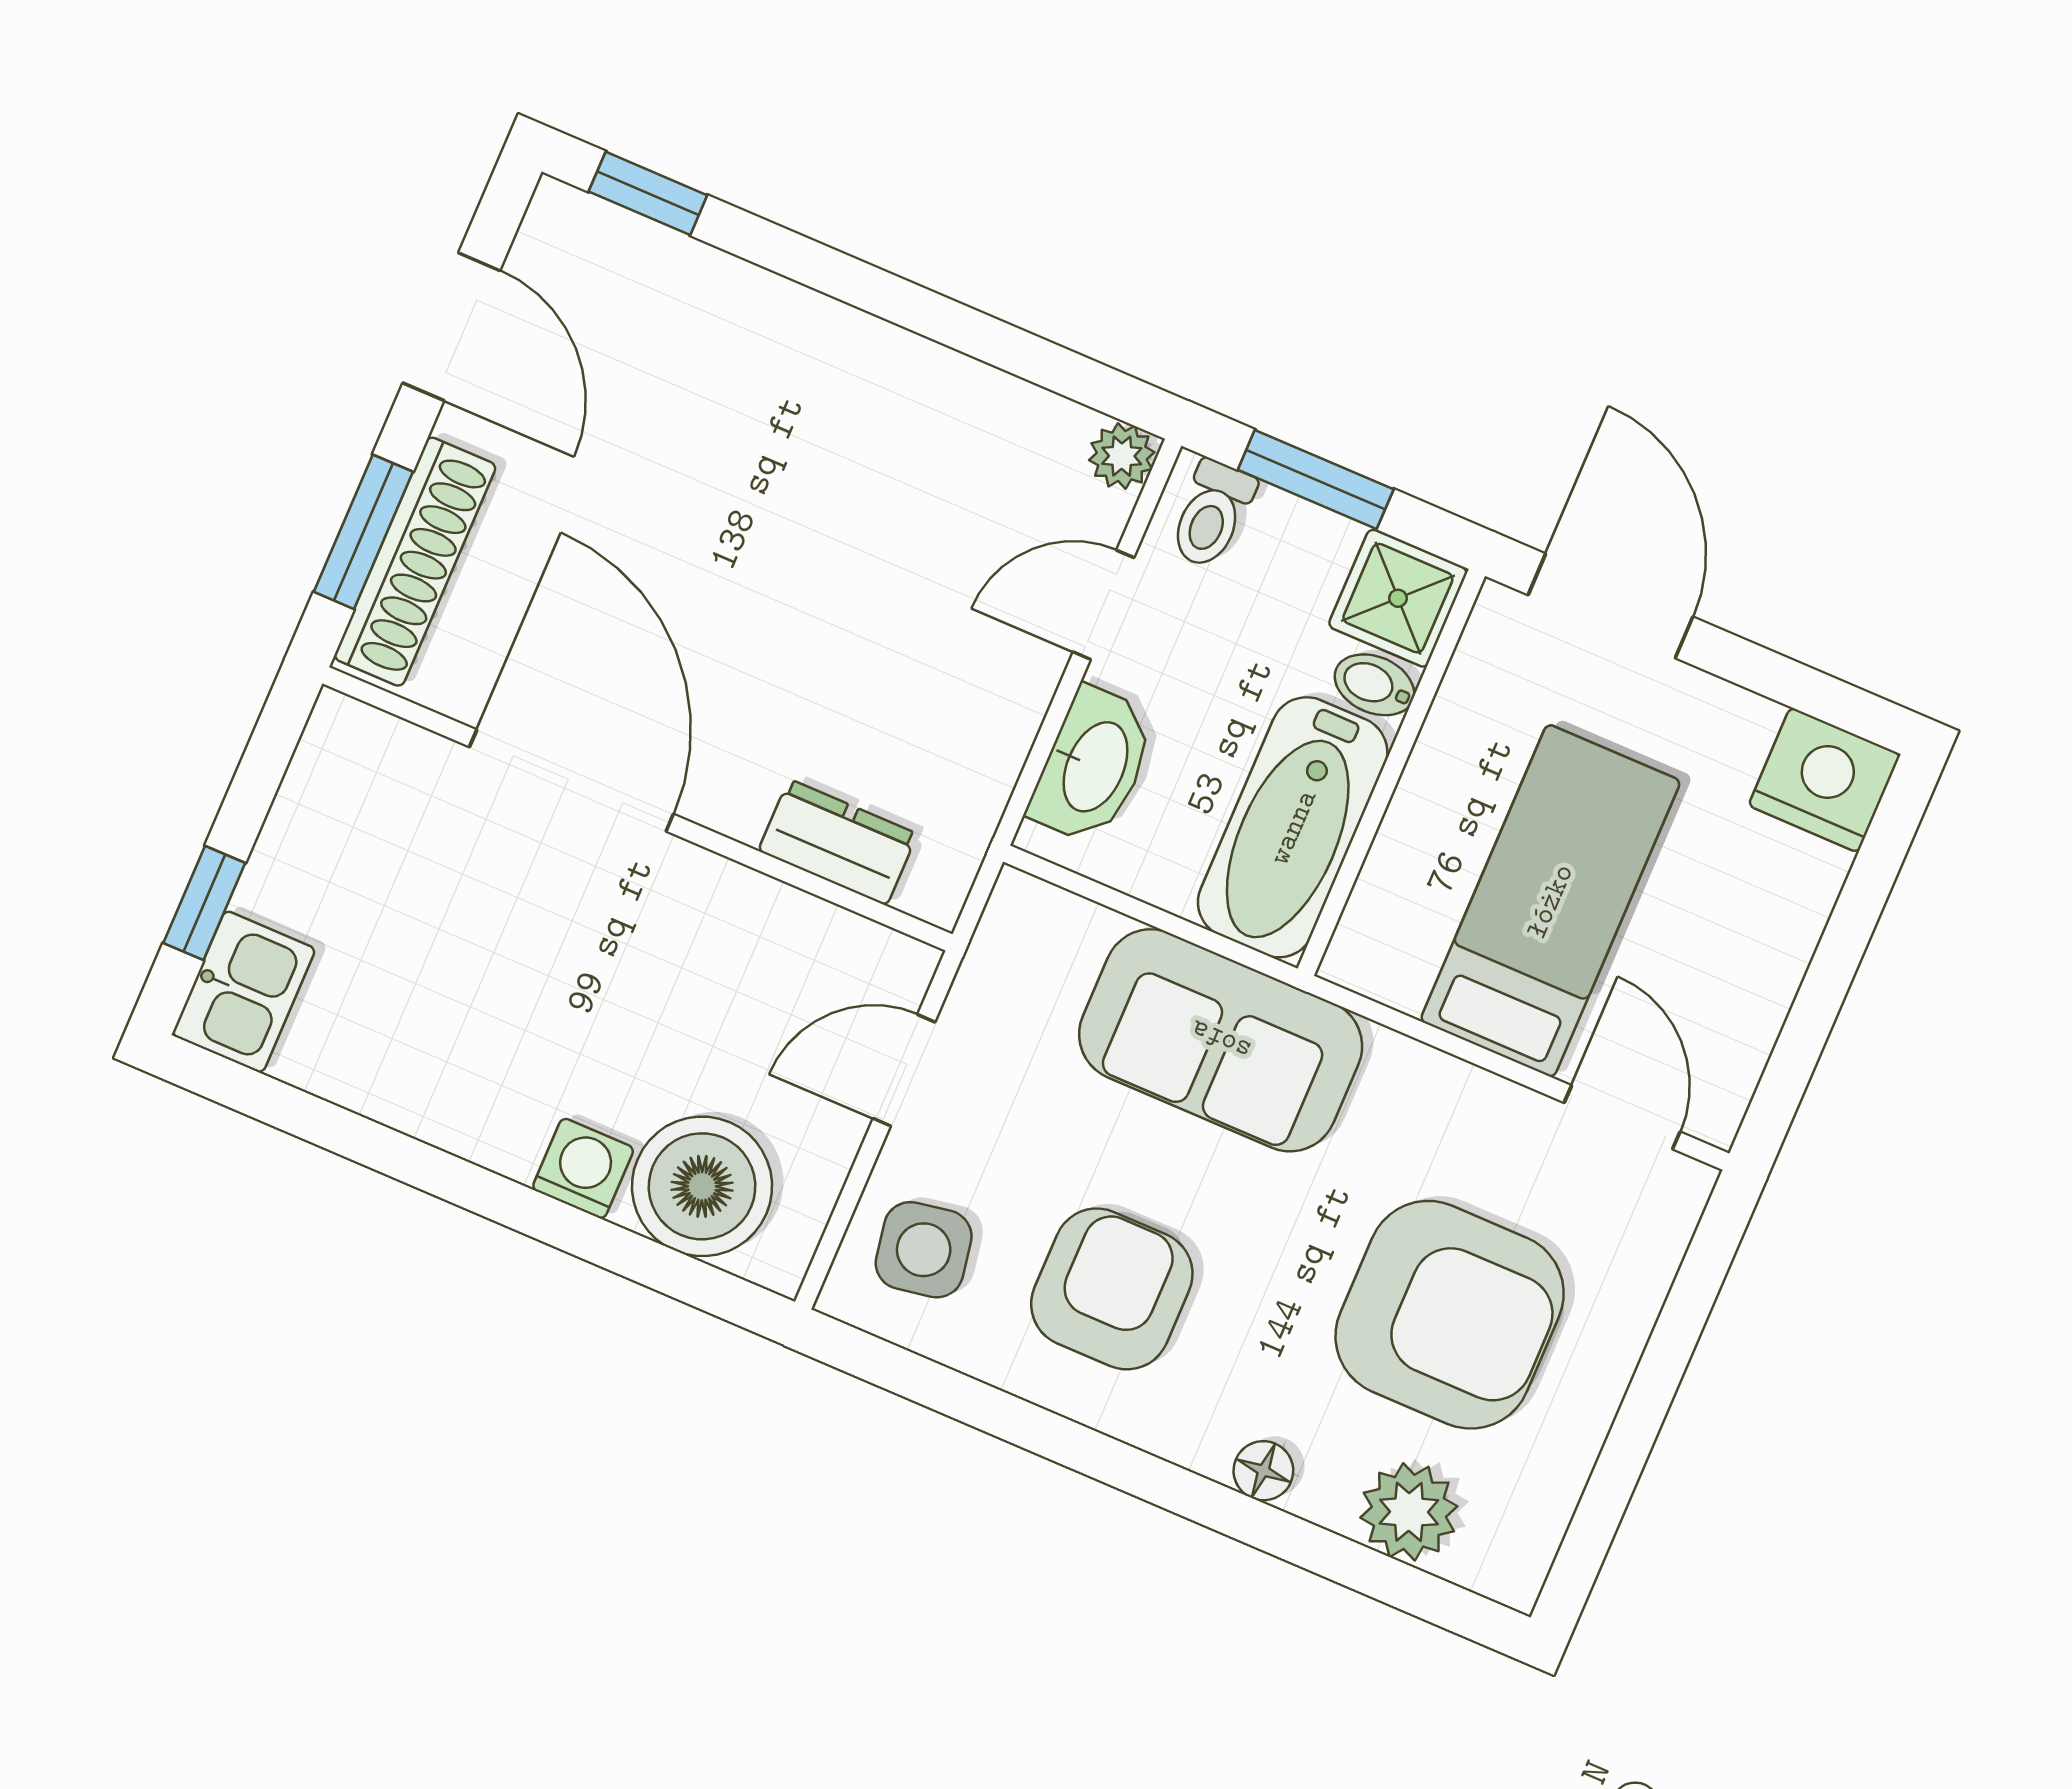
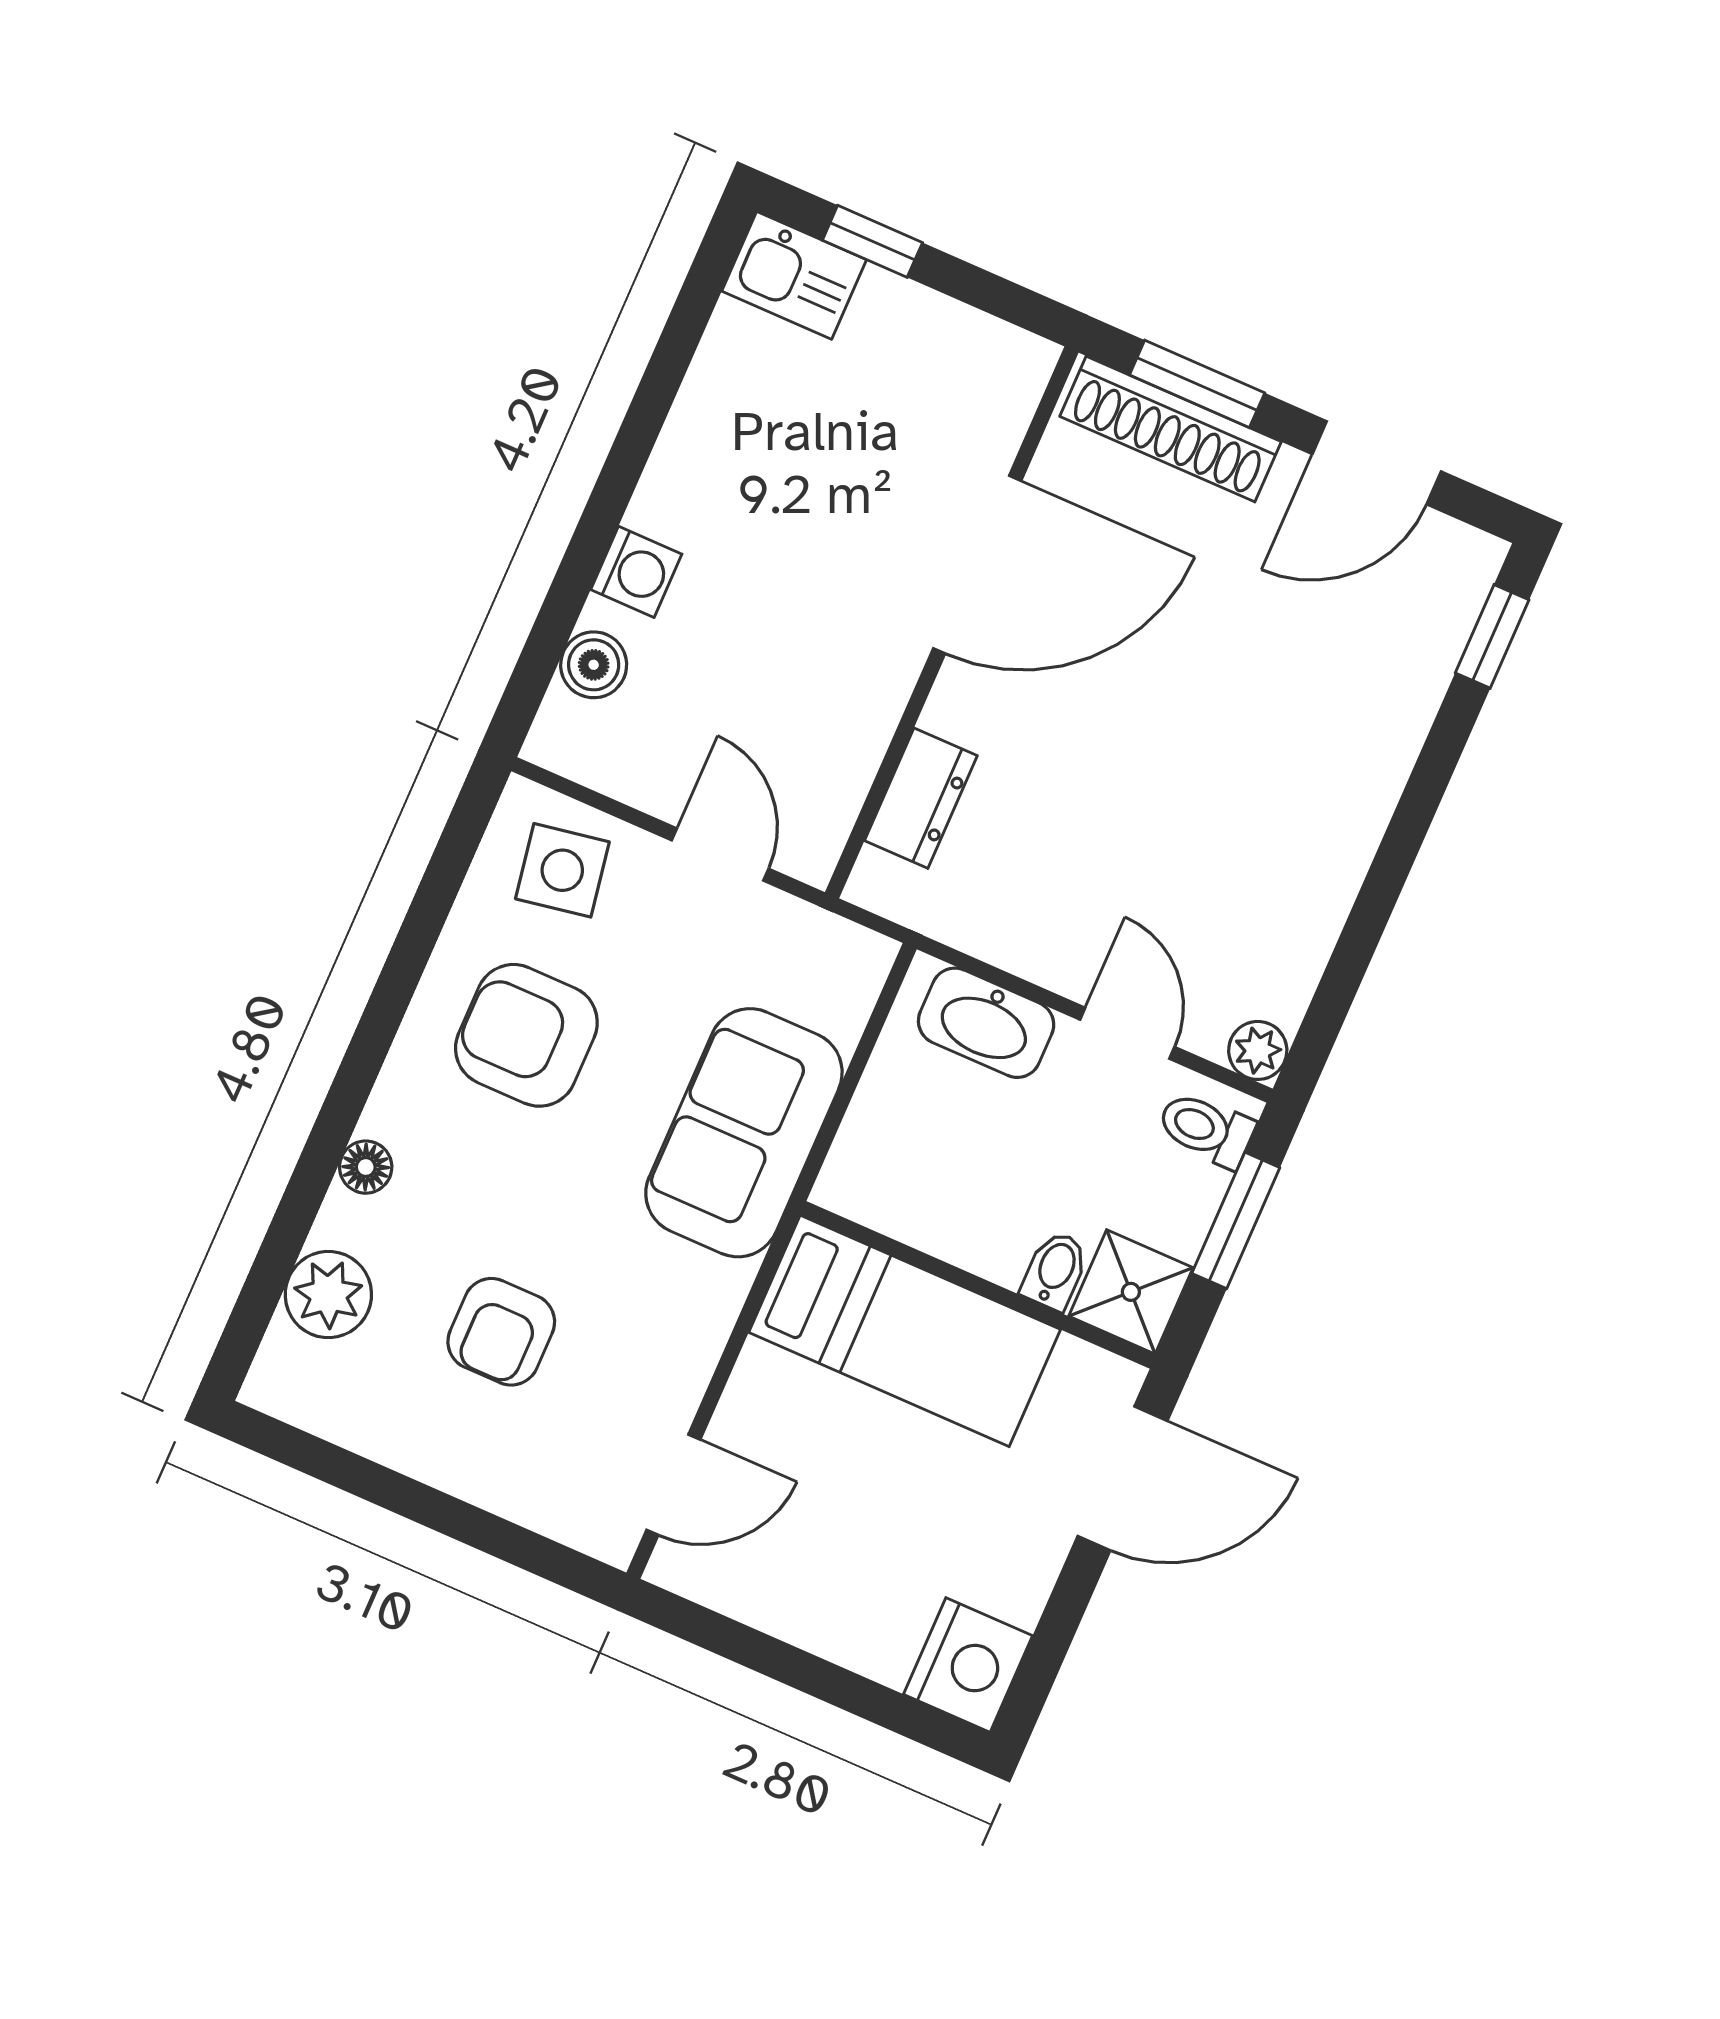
bathtub: (1293, 827) -> (930, 1198), removed
bed: (1550, 901) -> (905, 1331), moved
boiler: (702, 1186) -> (594, 665), width x0.54, depth x0.54
armchair: (1112, 1289) -> (526, 1035), turned 180
armchair: (1450, 1315) -> (501, 1332), width x0.53, depth x0.53

